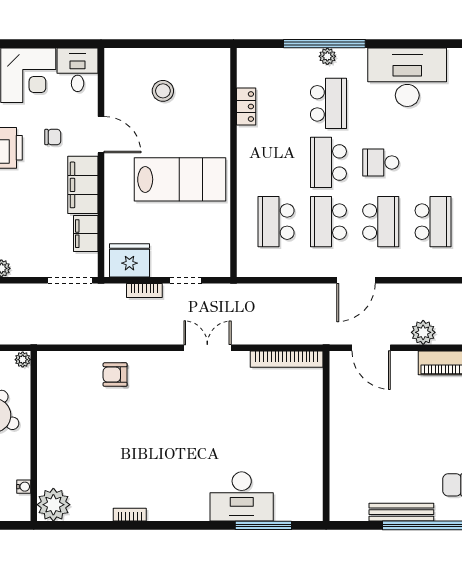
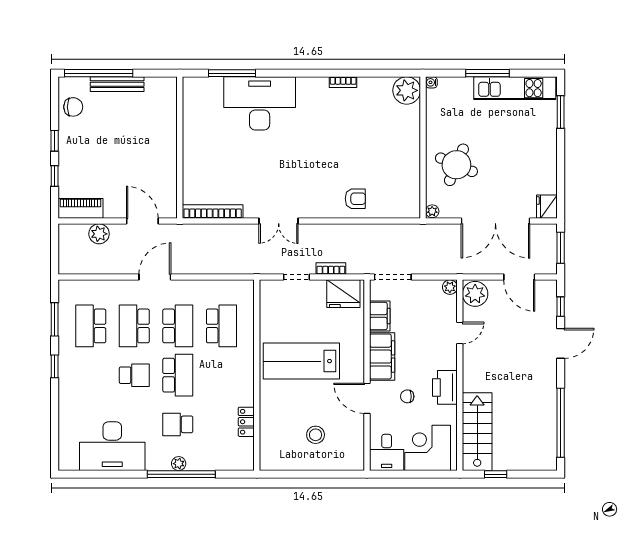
school desk: (328, 103) -> (178, 424), width x0.54
water cooler: (24, 487) -> (431, 82), moved
desk: (242, 496) -> (260, 103), width x1.36, depth x1.30

